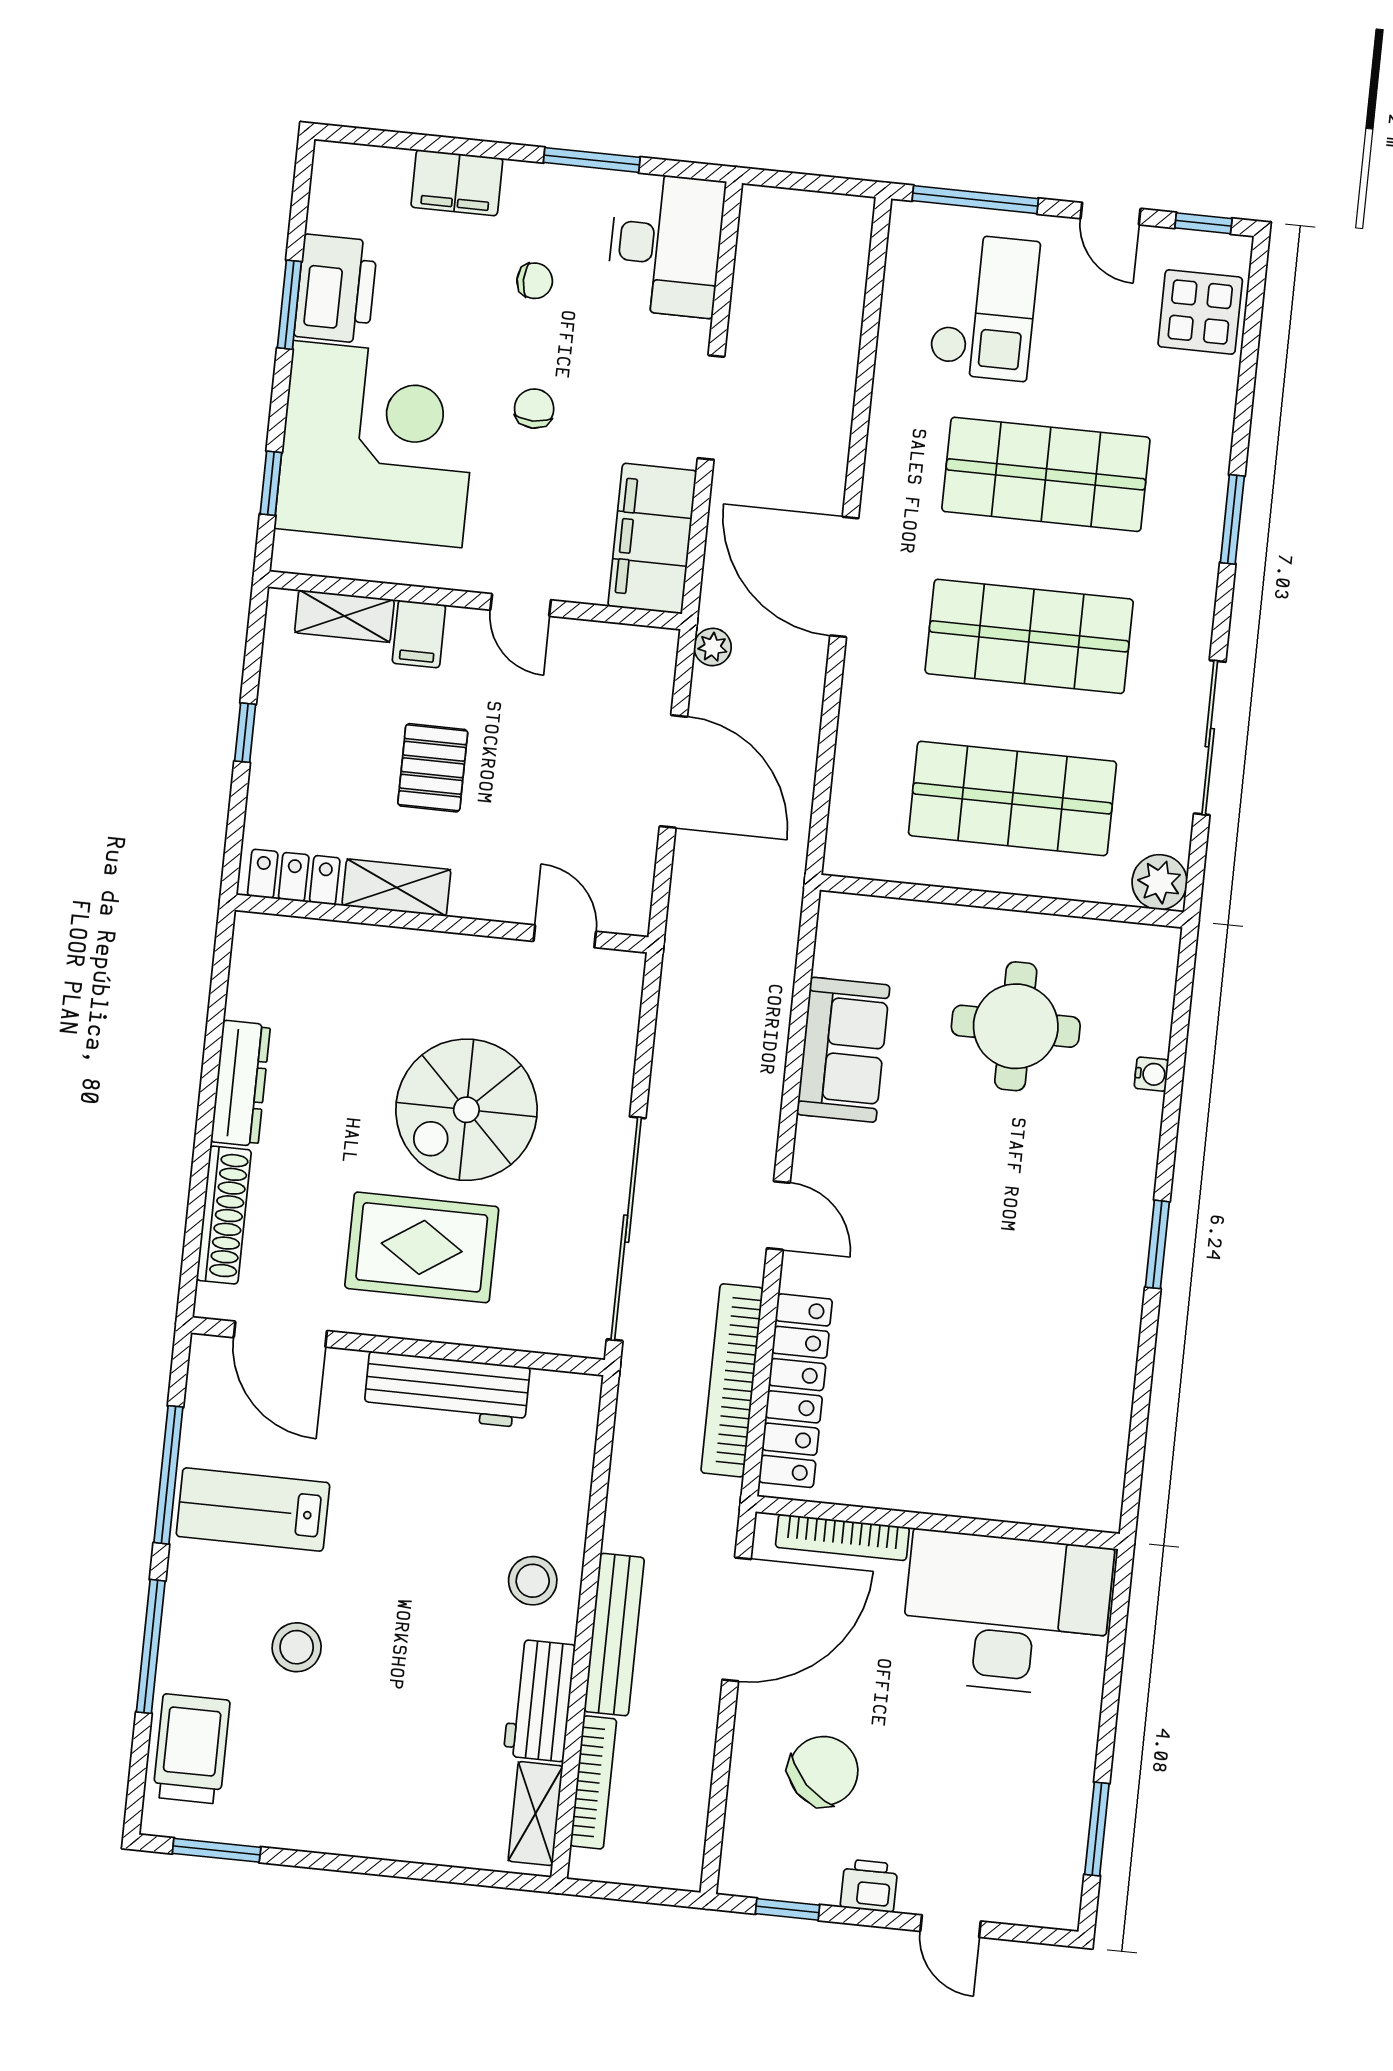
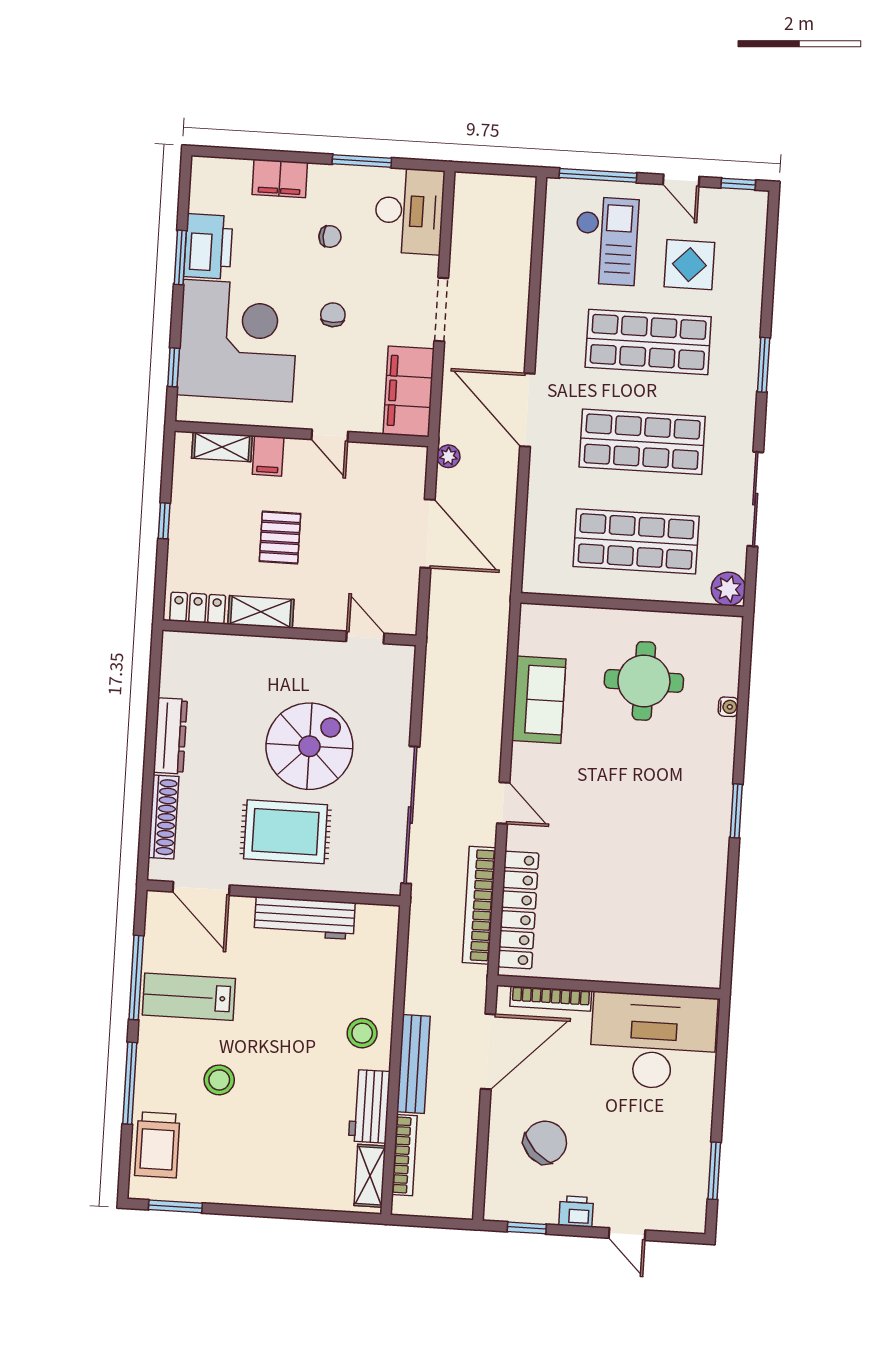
display table: (1200, 312) -> (689, 265), moved
spiral stairs: (466, 1110) -> (309, 746), turned 180
trolley: (191, 1749) -> (157, 1145), turned 180

